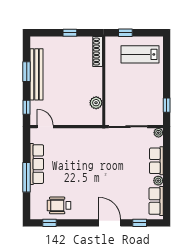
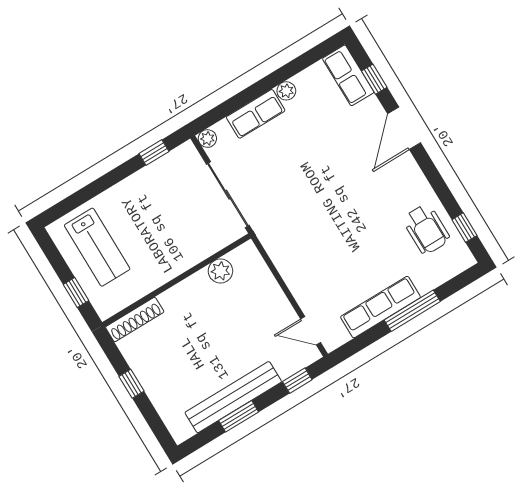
door: (45, 127) -> (311, 331), hinge flipped
row of seats: (156, 201) -> (348, 75), moved, turned 90

